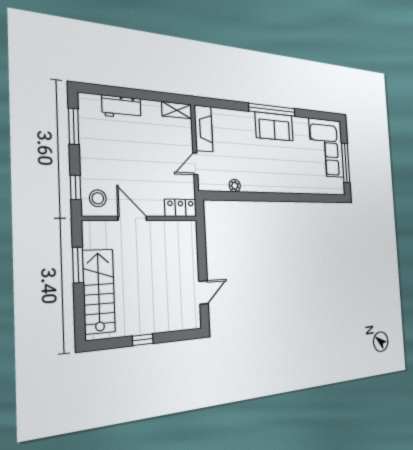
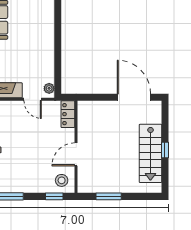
plant: (235, 186) -> (49, 88), moved
stairs: (99, 291) -> (150, 153), moved, turned -90
door: (204, 292) -> (134, 97), width x1.87

